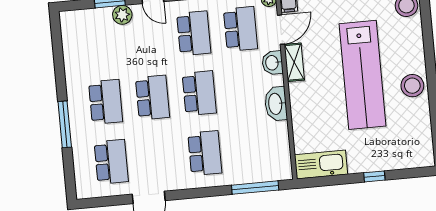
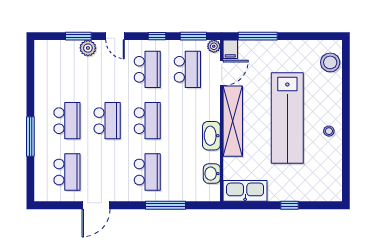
shelving: (294, 62) -> (233, 121), width x2.20, depth x1.33
washbasin: (272, 63) -> (212, 174), moved
stool: (412, 86) -> (329, 131), width x0.53, depth x0.53
window: (255, 188) -> (165, 205), moved

